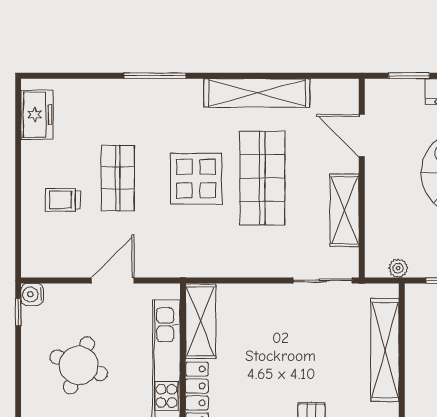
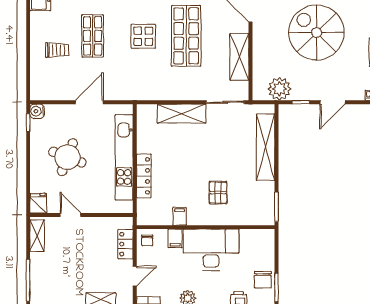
display table: (196, 179) -> (143, 36), width x0.73, depth x0.73
trolley: (63, 200) -> (57, 50), turned 180
plant: (398, 268) -> (279, 89), width x1.88, depth x1.88
shelving: (201, 321) -> (182, 114), moved, turned 90

